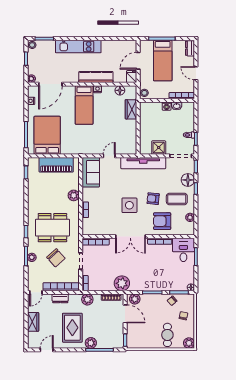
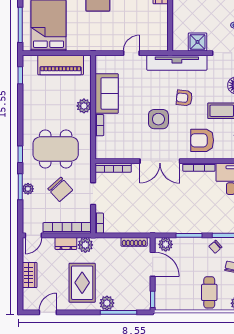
sofa: (91, 172) -> (107, 93), moved
armchair: (153, 199) -> (184, 98), moved
plant: (122, 283) -> (148, 223), removed
plant: (87, 299) -> (85, 245), moved

